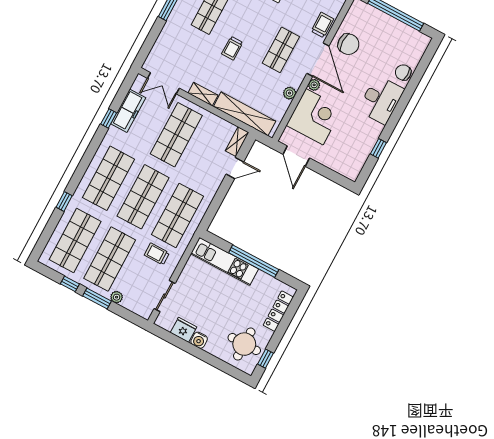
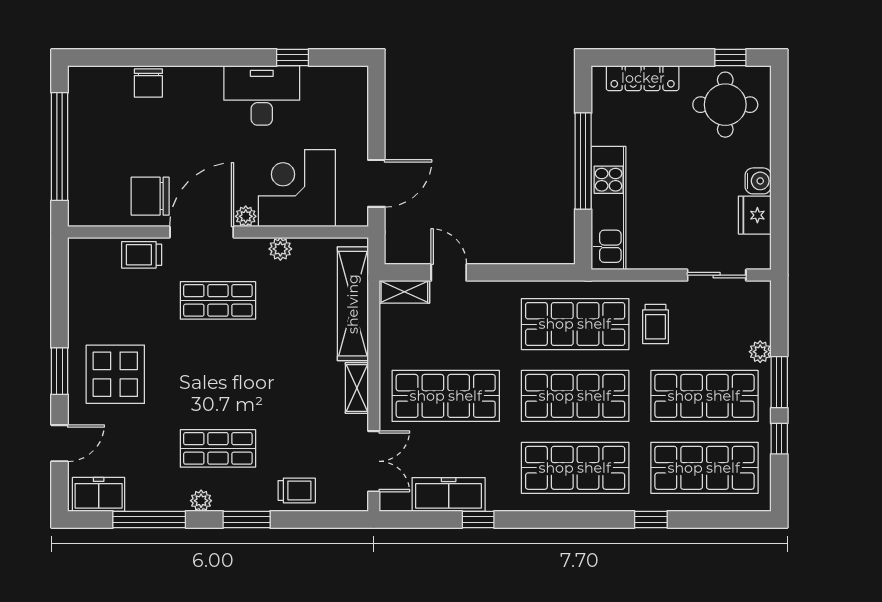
chair: (348, 44) -> (150, 196), turned -90
trolley: (232, 48) -> (297, 490), moved
desk: (381, 100) -> (262, 95), moved

